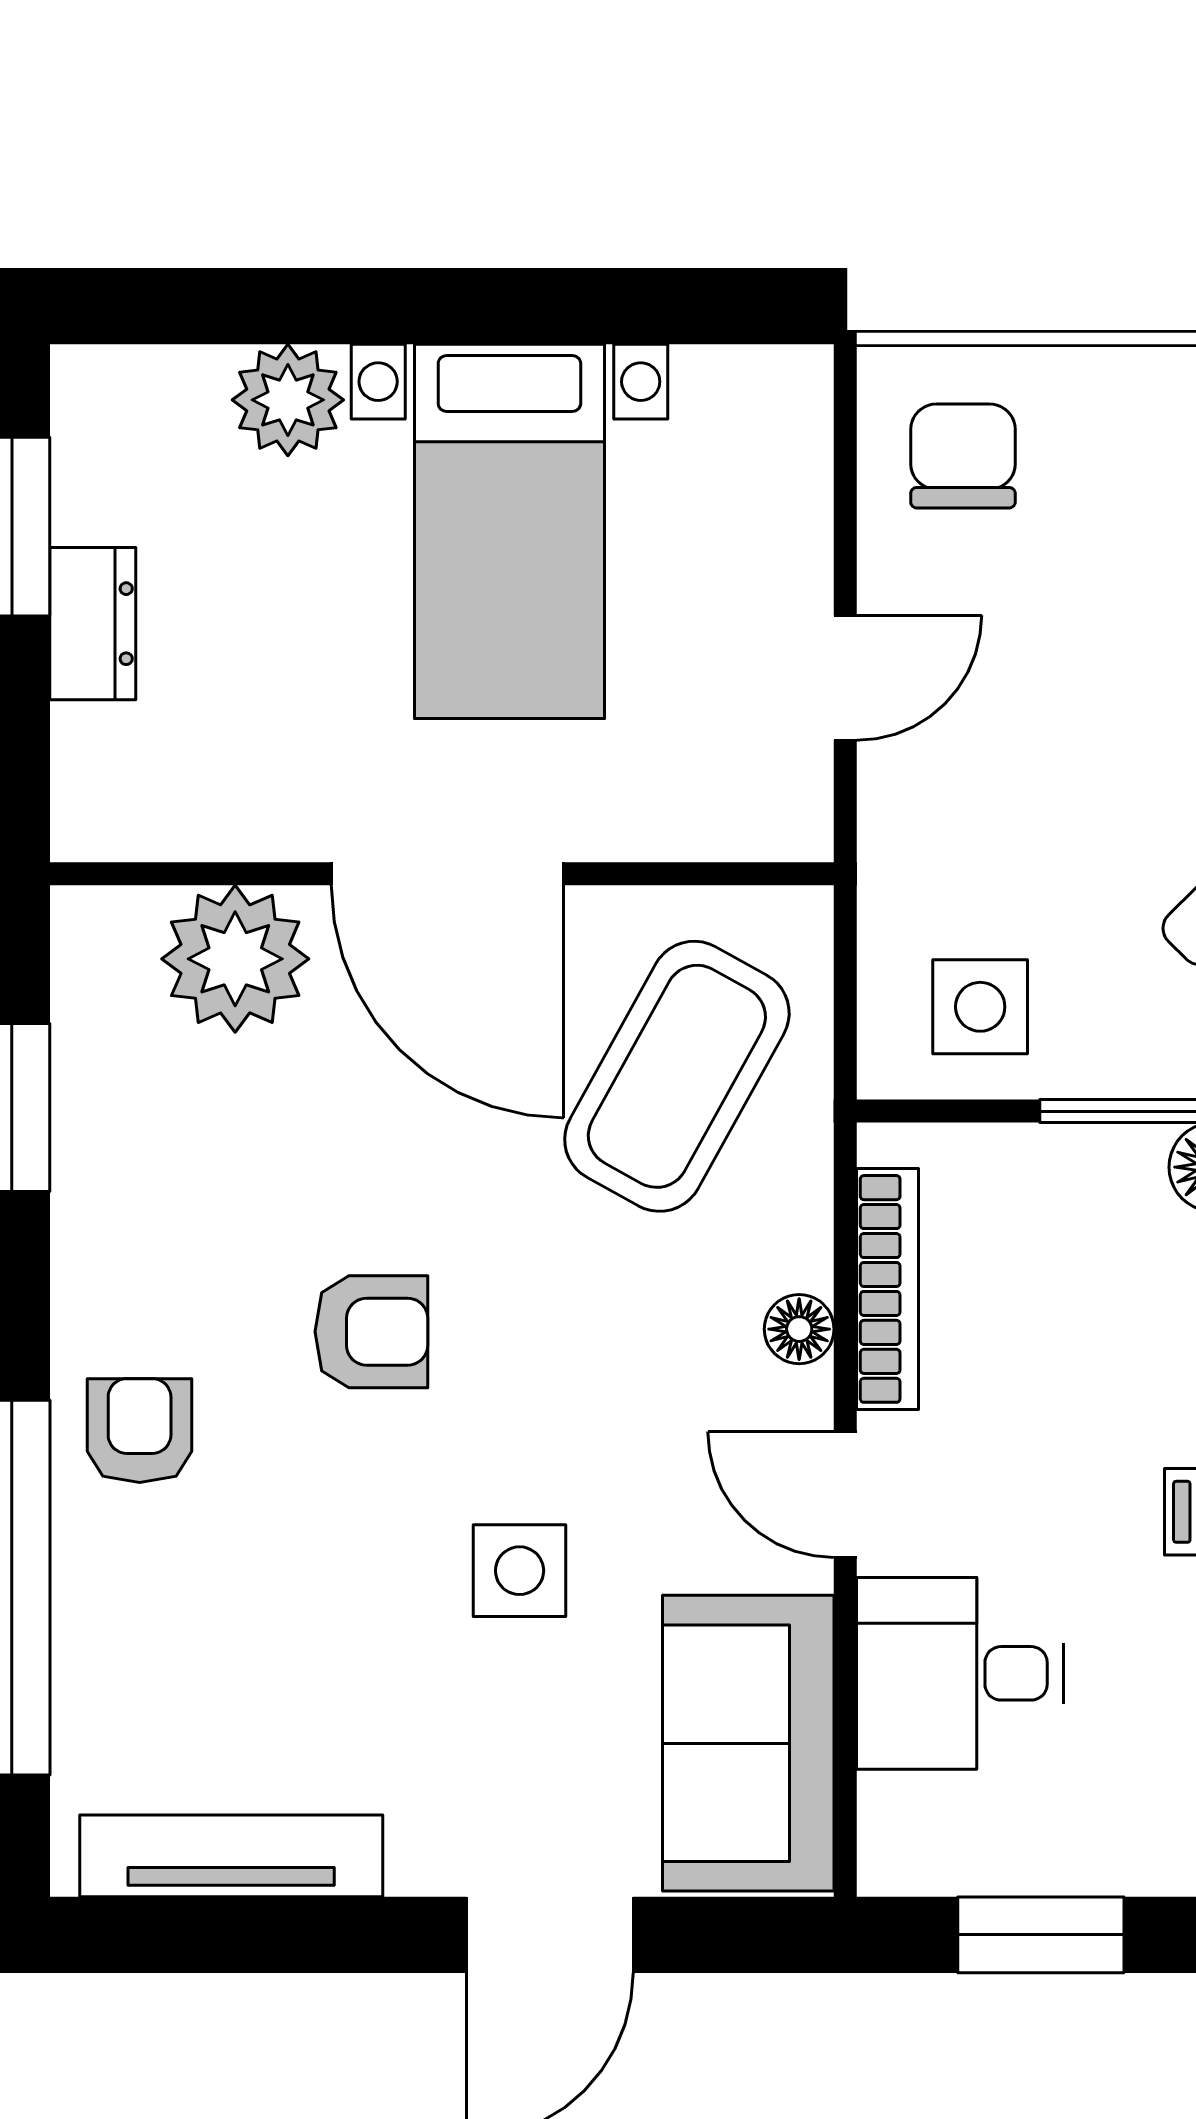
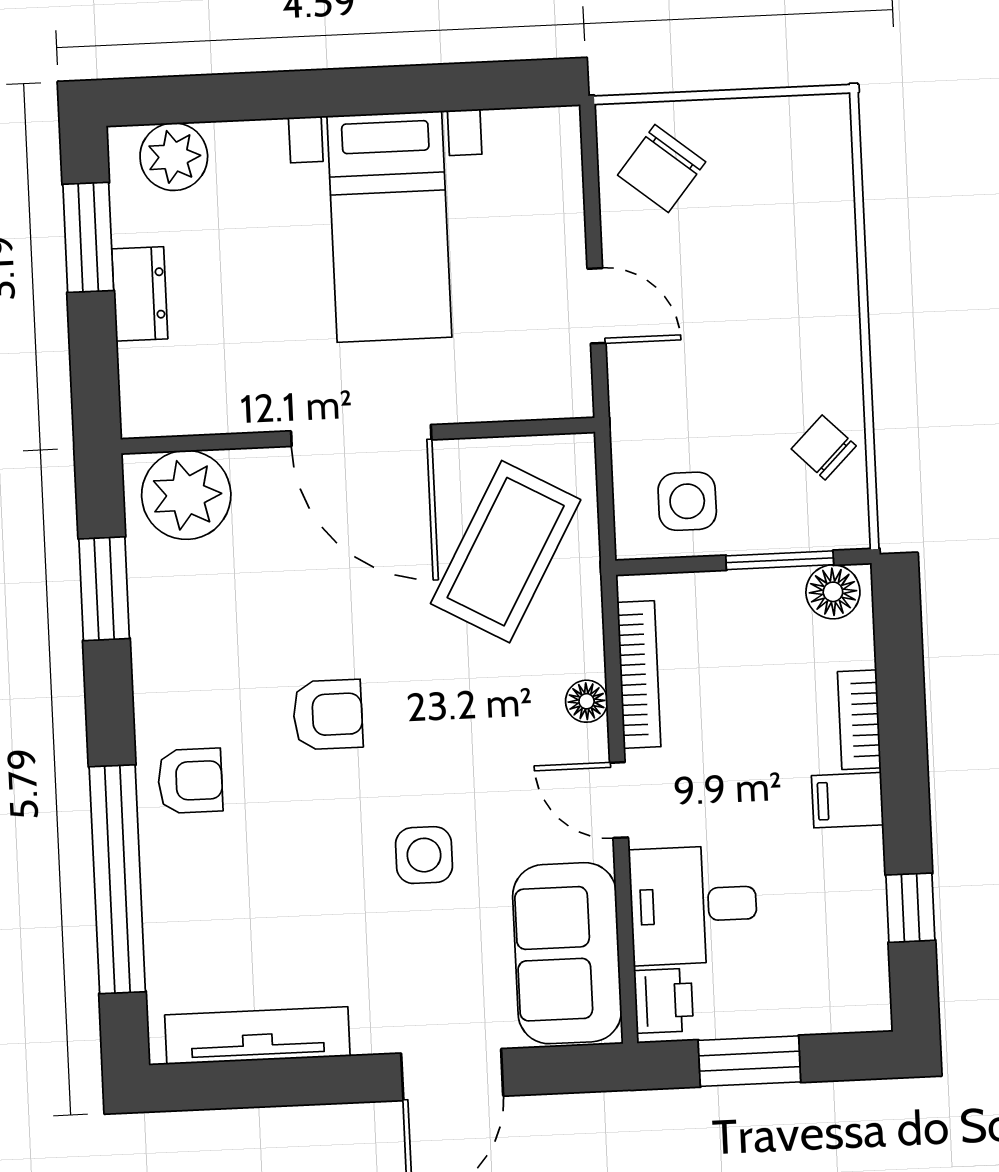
plant: (288, 400) -> (174, 157), moved
chair: (963, 456) -> (662, 169), turned -141
door: (845, 678) -> (597, 306), hinge flipped
plant: (235, 959) -> (186, 495), moved
armchair: (140, 1431) -> (190, 781), turned 90
printer: (904, 1829) -> (664, 1001), added

